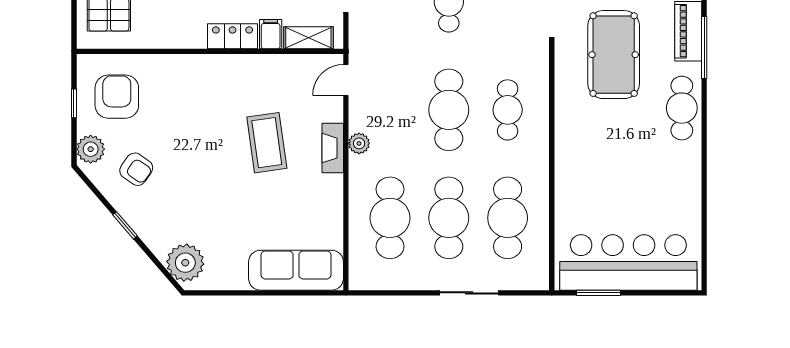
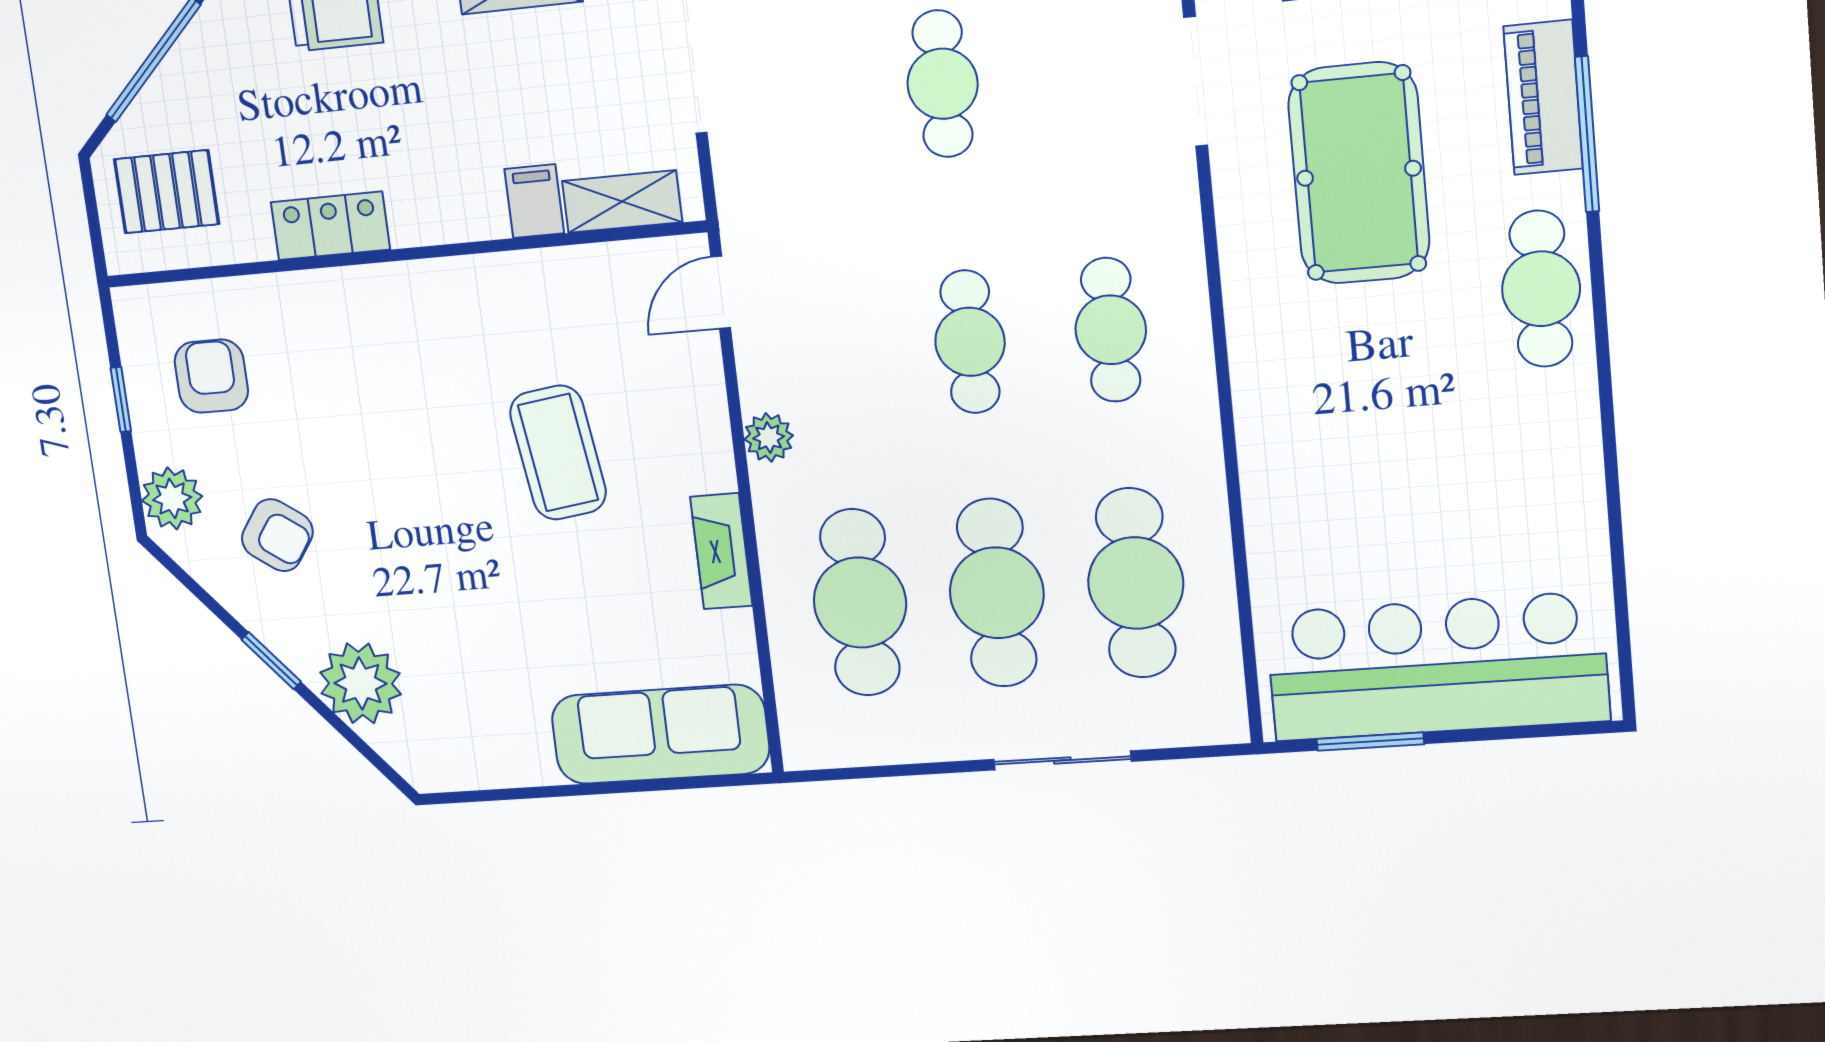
locker: (233, 36) -> (330, 226), moved
armchair: (117, 97) -> (211, 376), width x0.72, depth x0.72
cafe table: (449, 110) -> (970, 342), width x0.73, depth x0.74
fireplace: (333, 148) -> (721, 551), moved
plant: (185, 263) -> (361, 683), moved

